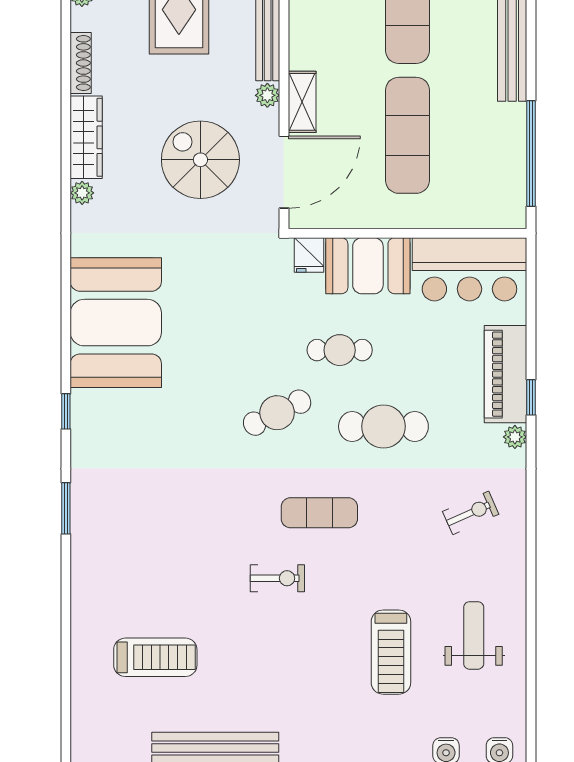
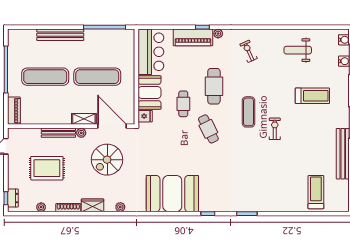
wardrobe: (86, 137) -> (93, 205), width x0.67
treadmill: (391, 652) -> (312, 96), moved
treadmill: (155, 657) -> (316, 192), moved

